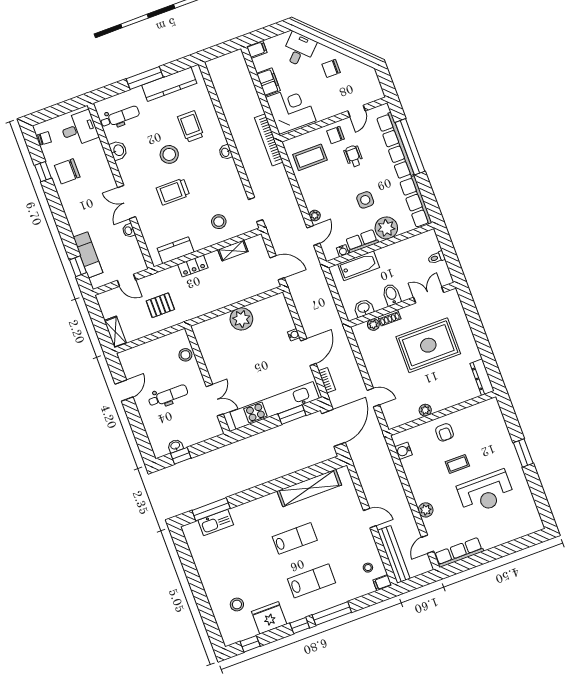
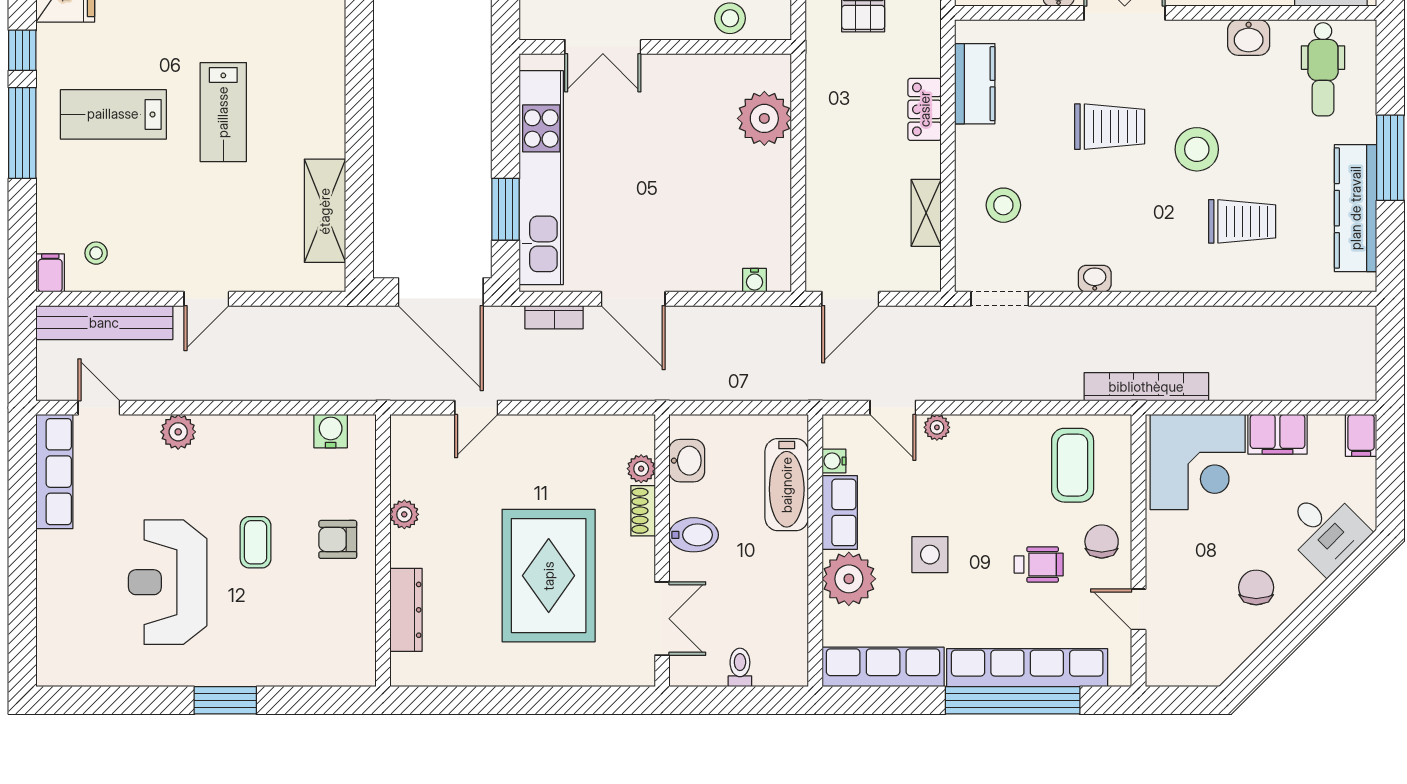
washbasin: (226, 152) -> (1095, 279), moved
trolley: (173, 192) -> (1110, 127), turned 90
plant: (241, 319) -> (764, 118), moved
water cooler: (294, 335) -> (755, 280), moved
dresser: (482, 377) -> (406, 610), moved, turned 90
shelving: (309, 488) -> (325, 211), width x0.68
lab bench: (312, 581) -> (113, 114), turned 90

